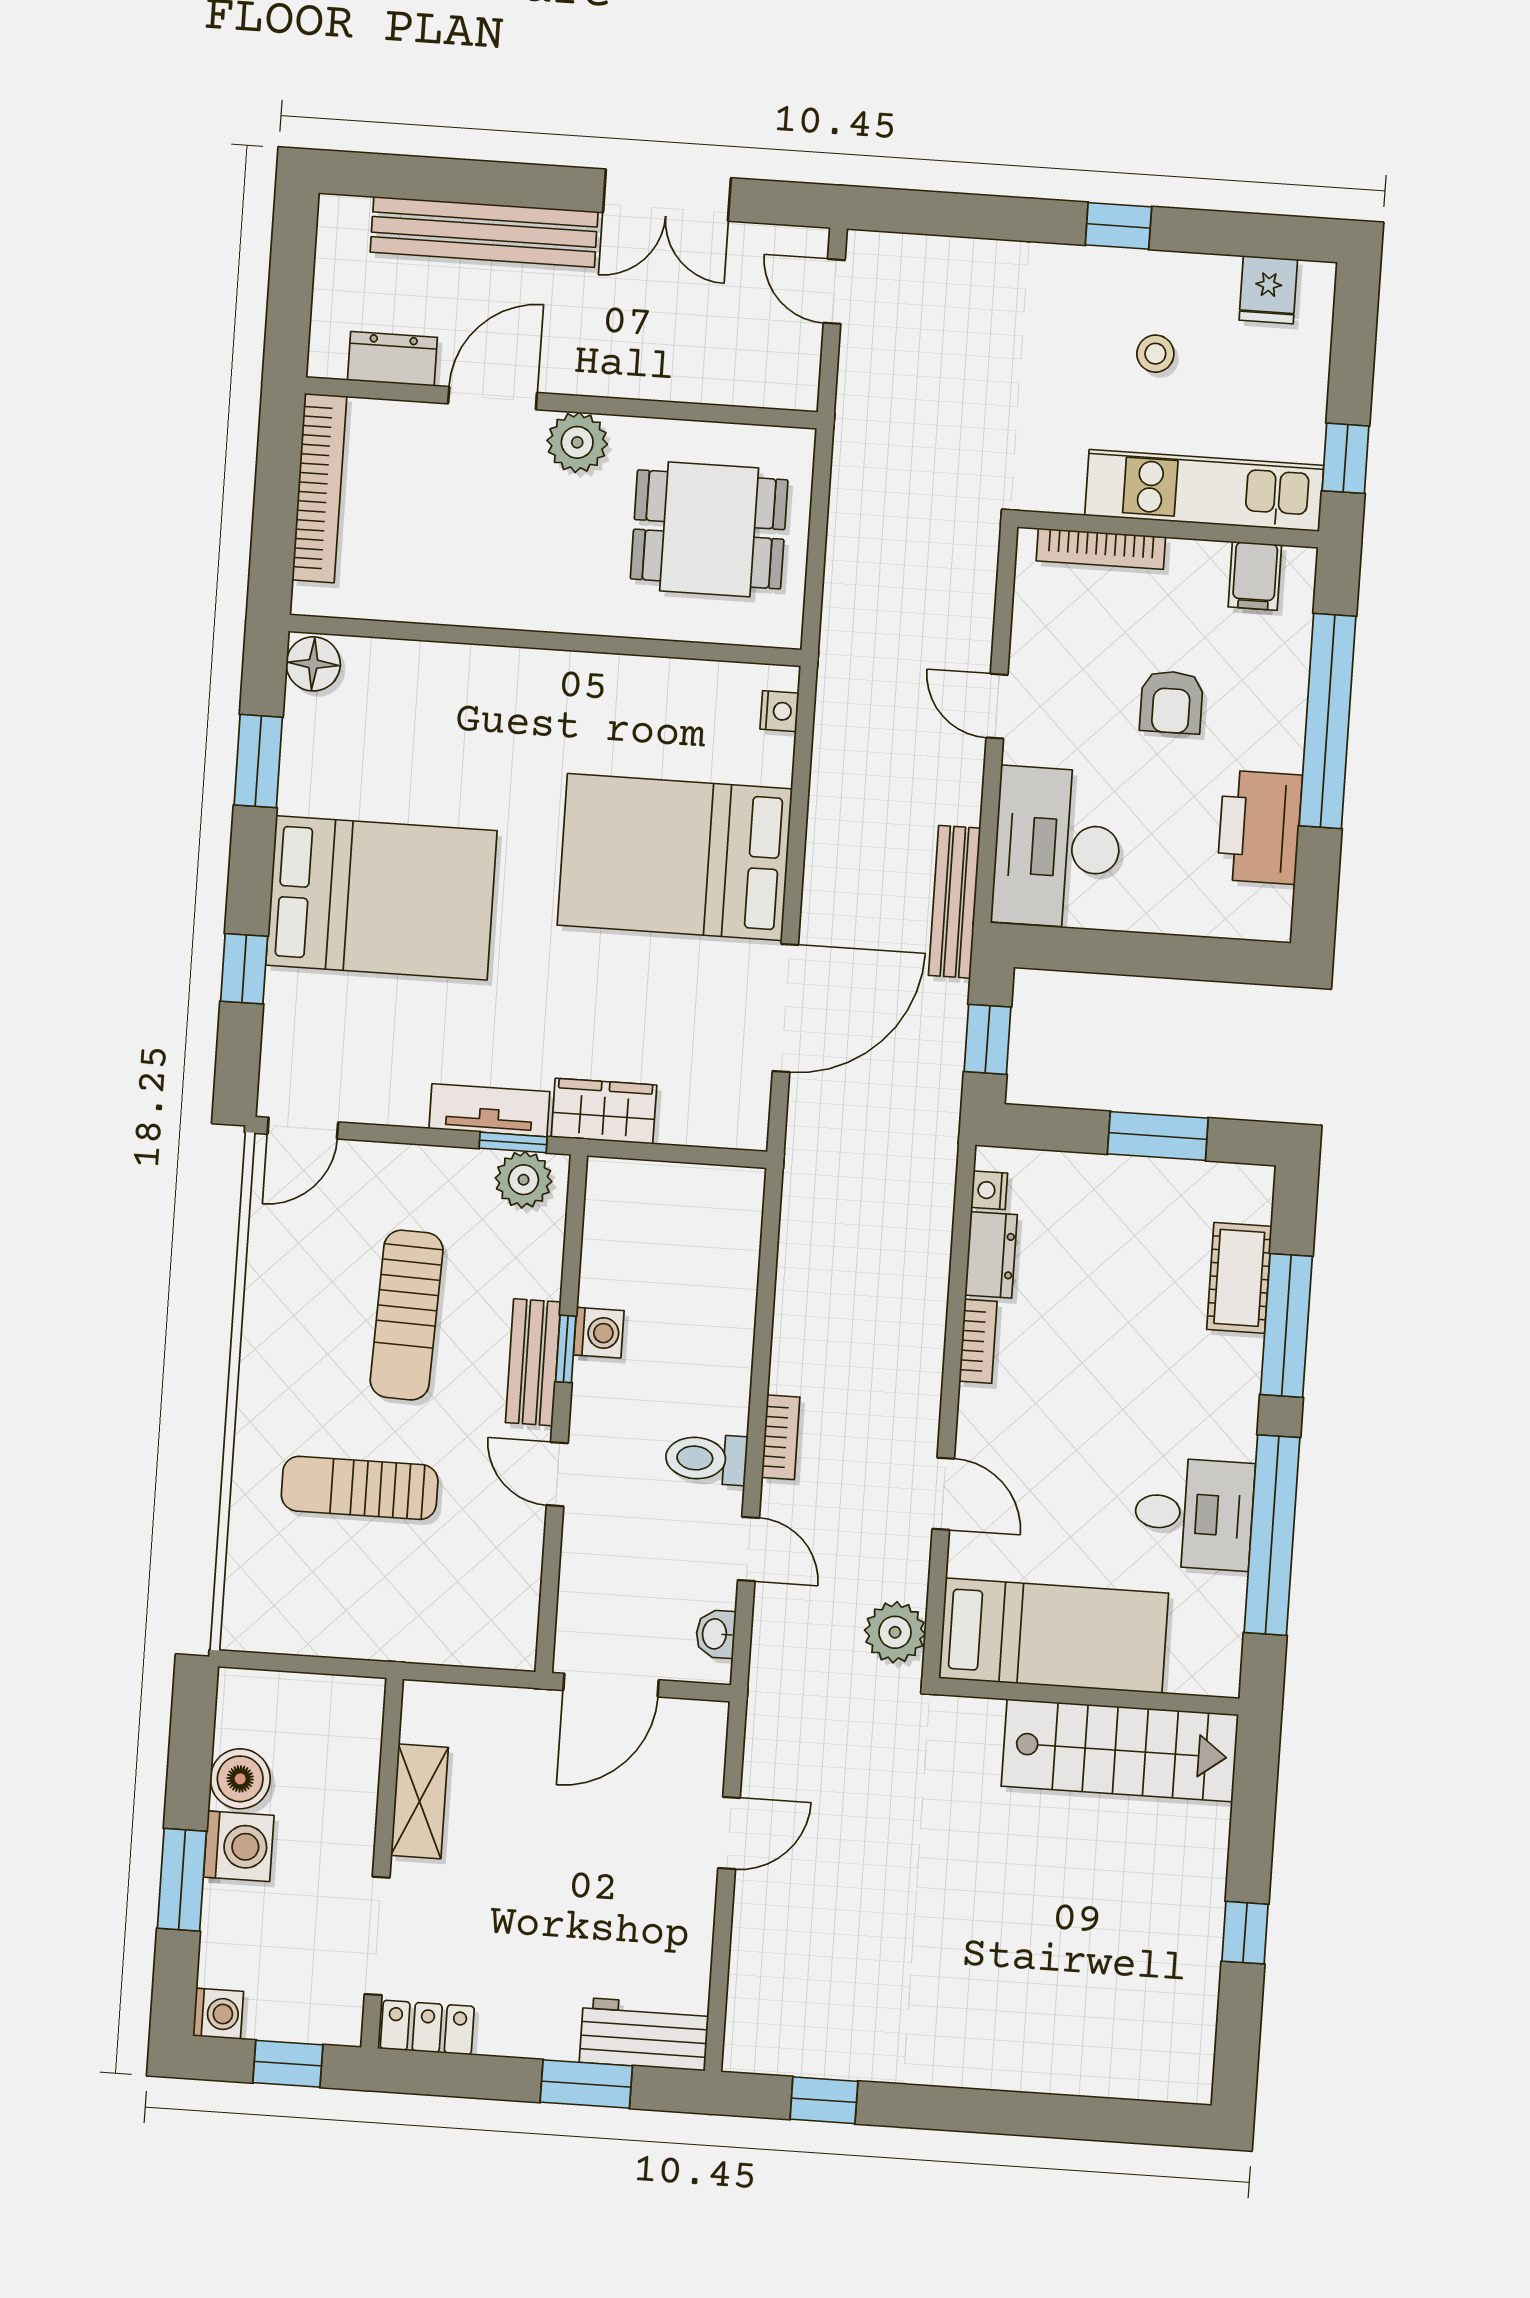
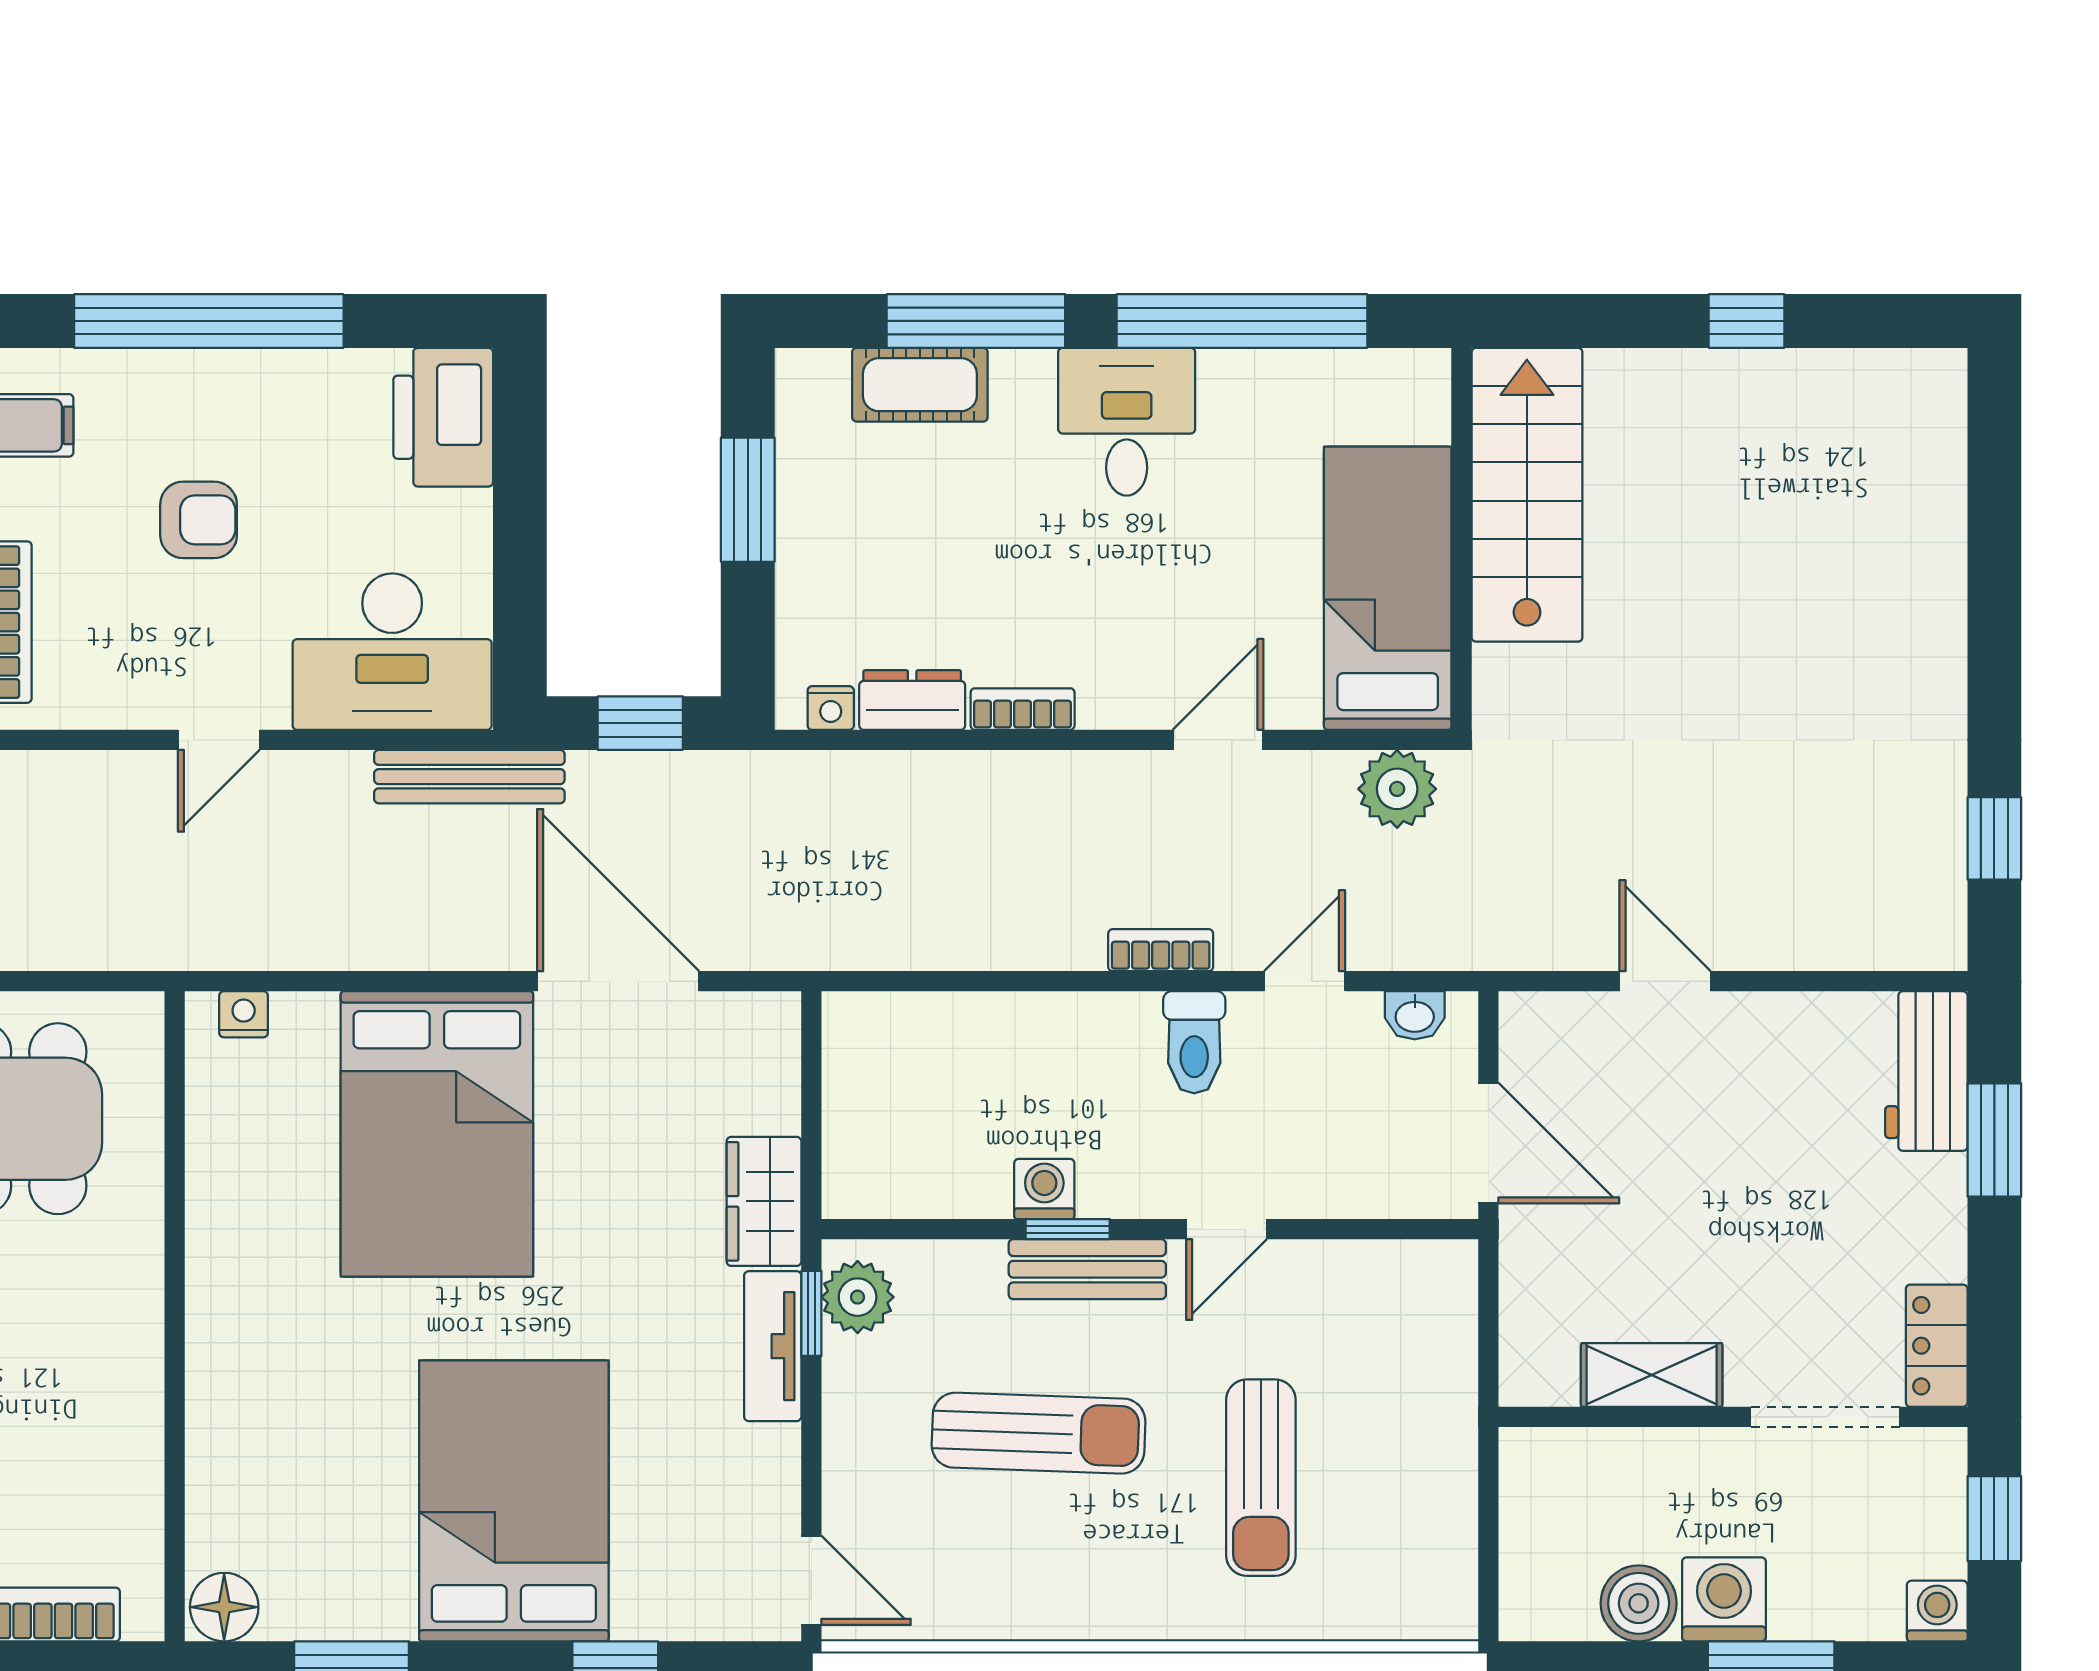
printer: (1260, 827) -> (443, 417), moved, turned 90
desk: (1194, 1514) -> (1127, 422), moved

